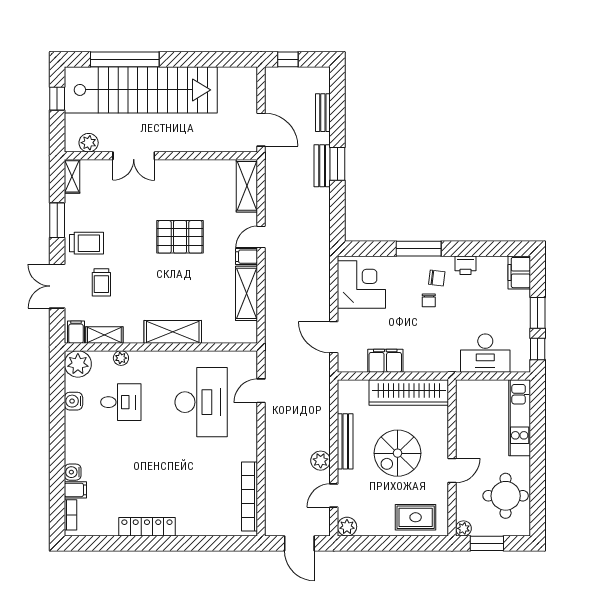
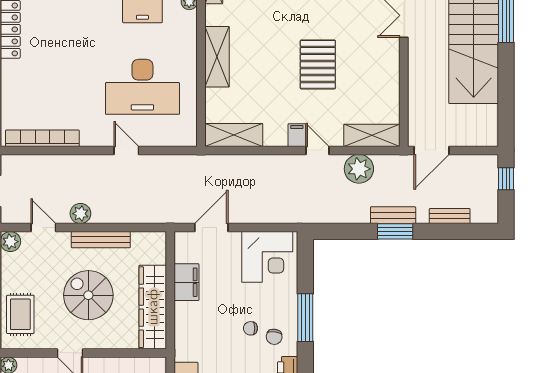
plant: (278, 198) -> (359, 169), added
shelving: (246, 293) -> (234, 135), moved
door: (261, 391) -> (126, 150), moved

